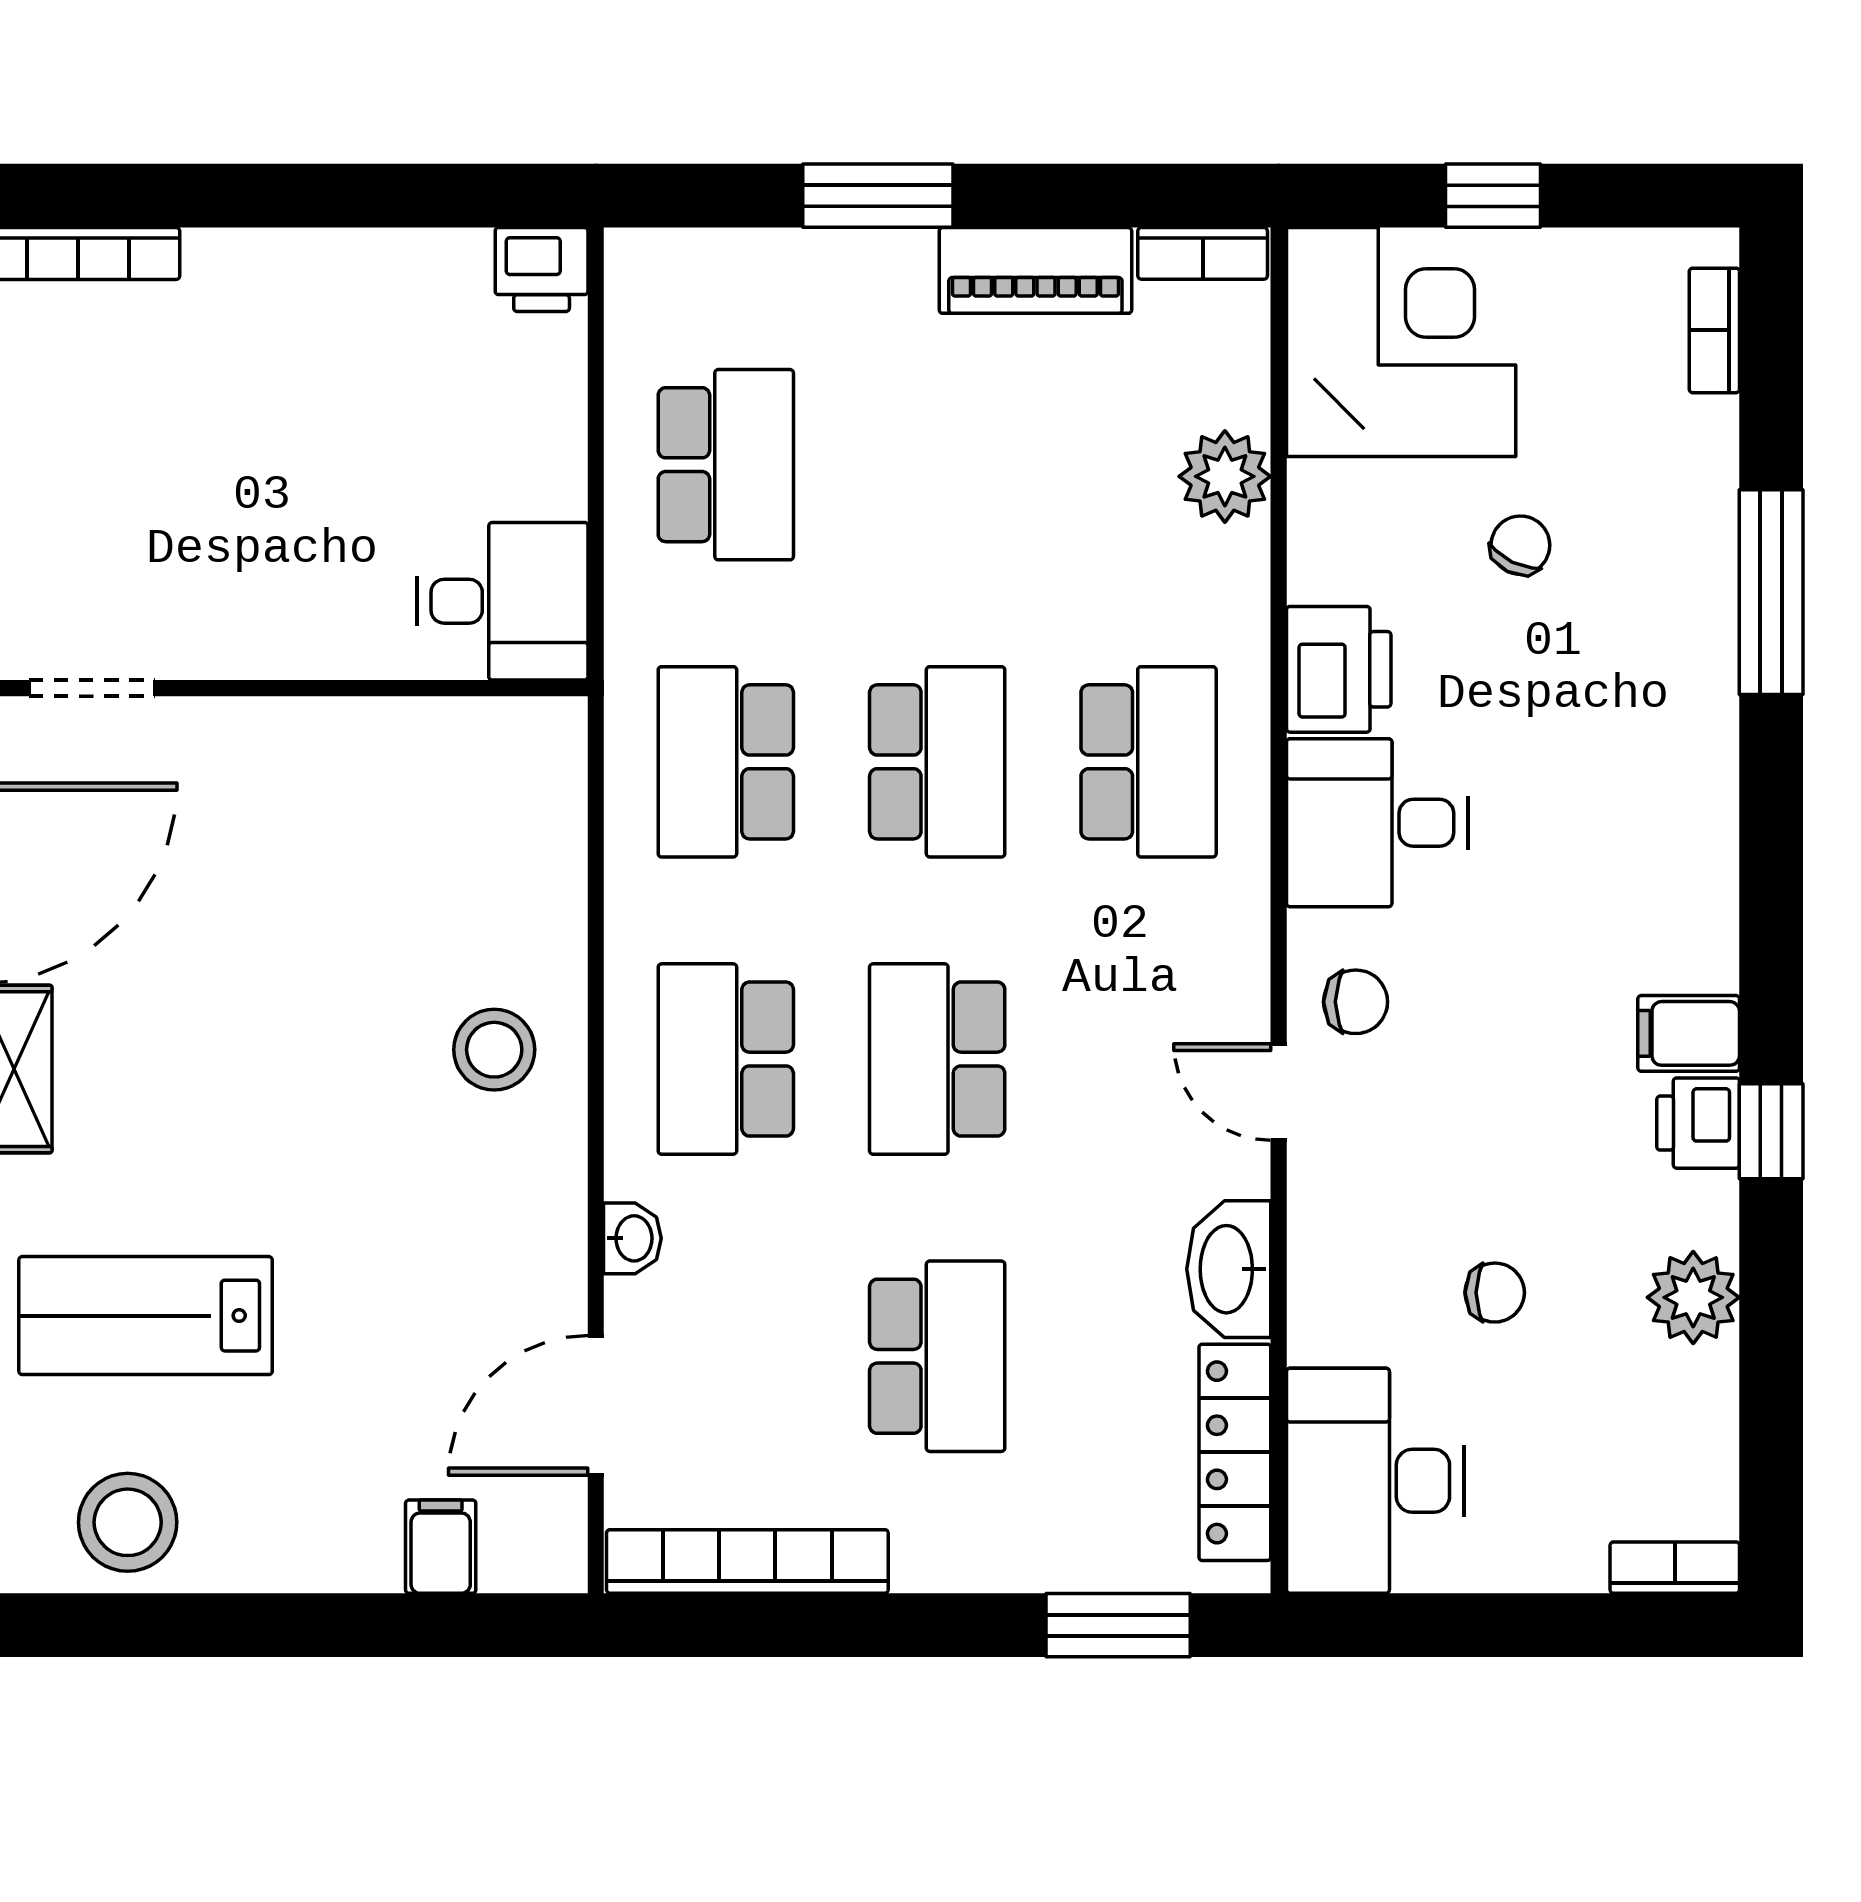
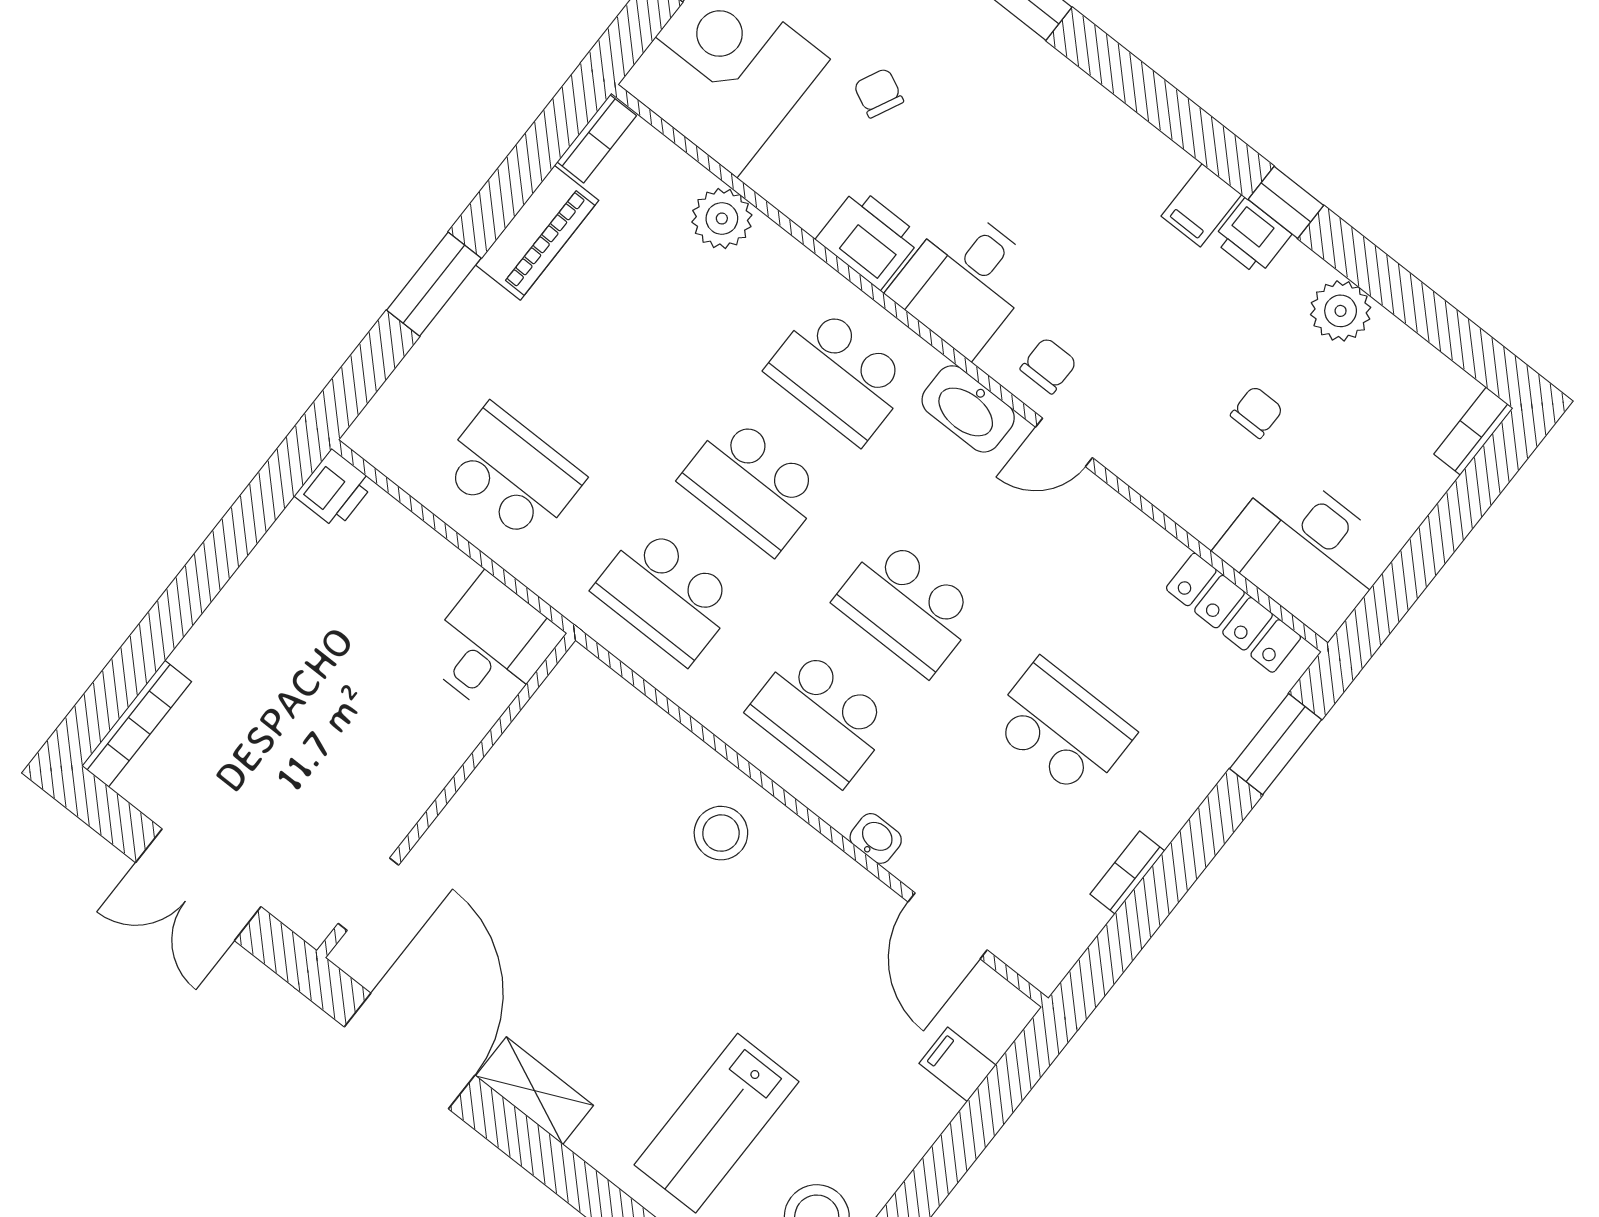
school desk: (937, 762) -> (753, 485), turned 180
school desk: (1149, 762) -> (839, 375), turned 180
washbasin: (1229, 1269) -> (968, 409), moved
bookcase: (747, 1561) -> (1127, 872), width x0.43, depth x0.76

